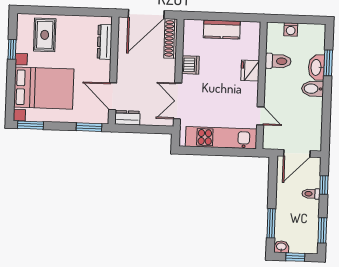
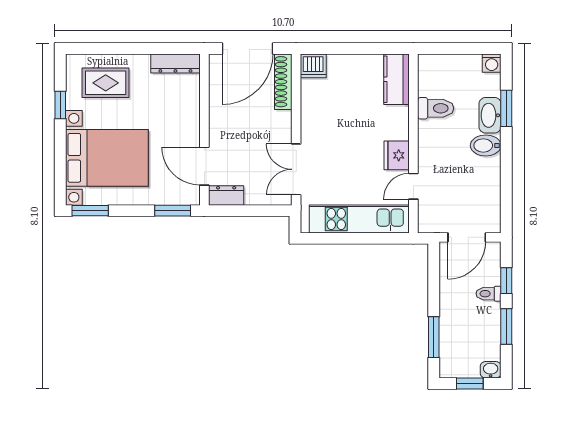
kitchen counter: (222, 29) -> (396, 79), moved, turned 90
washing machine: (291, 29) -> (492, 63), moved
rug: (45, 35) -> (106, 83), turned 90
dresser: (105, 42) -> (175, 63), moved, turned -90
dishwasher: (190, 65) -> (313, 66), moved, turned 90
fridge: (250, 71) -> (397, 155), moved
door: (260, 116) -> (413, 186), swing flipped
window: (322, 230) -> (506, 326), moved
washbasin: (281, 247) -> (491, 370), moved

